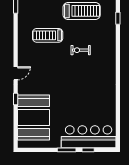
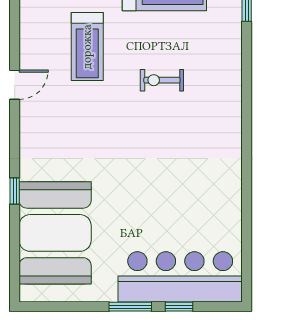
treadmill: (48, 35) -> (87, 47), turned -90
door: (16, 73) -> (15, 85), moved

